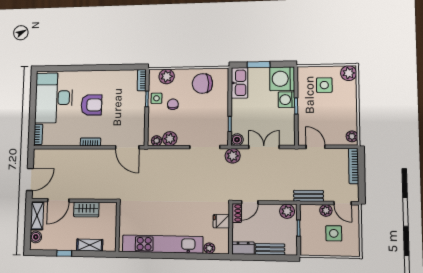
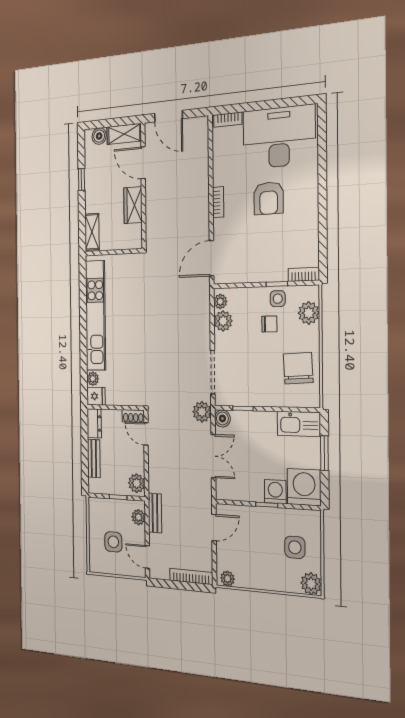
door: (343, 203) -> (147, 557), hinge flipped
plant: (326, 210) -> (138, 517), moved
fridge: (221, 221) -> (96, 396), moved, turned 90
shelving: (90, 245) -> (92, 232), moved

